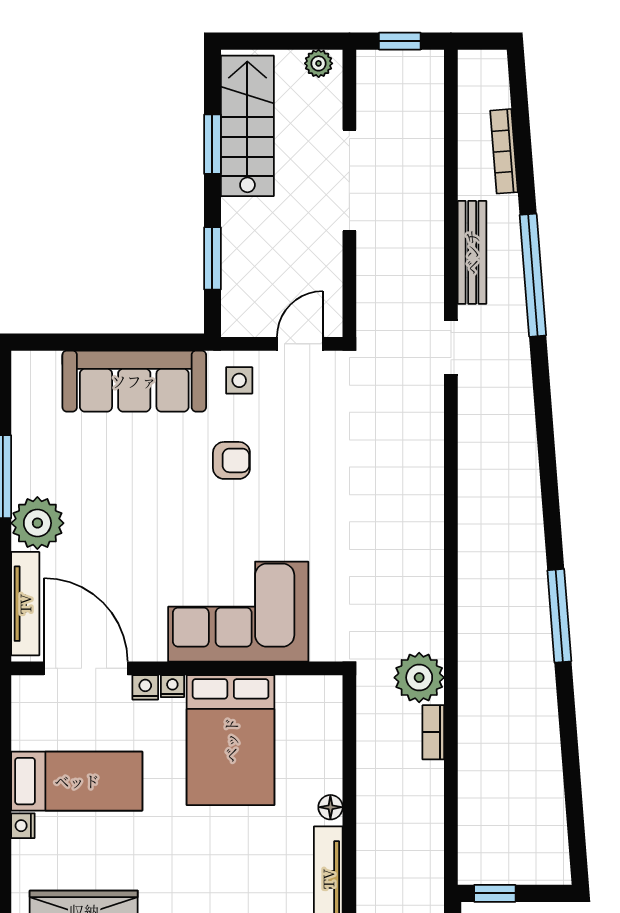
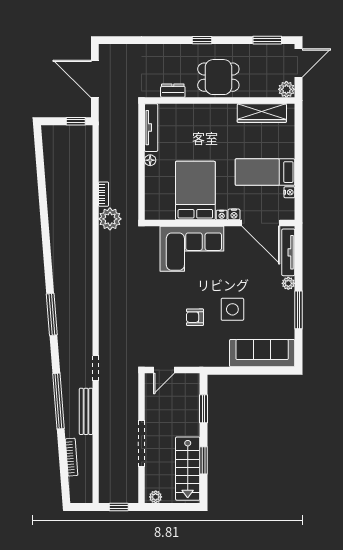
side table: (239, 380) -> (232, 309), moved, width x1.87, depth x1.87
sofa: (134, 381) -> (262, 353), moved
plant: (37, 523) -> (288, 283), width x0.53, depth x0.53
window: (559, 616) -> (52, 314), moved
nightstand: (23, 826) -> (289, 192), moved

